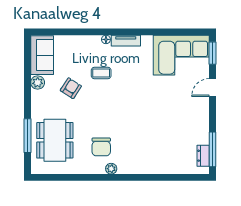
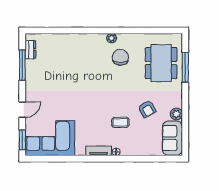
armchair: (71, 88) -> (147, 109), turned -62
window: (213, 149) -> (22, 65), moved

